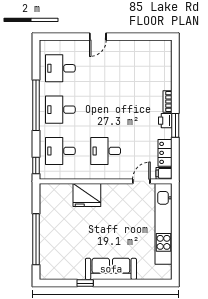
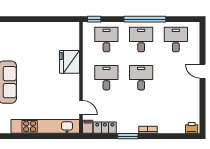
desk: (106, 110) -> (141, 78), added
printer: (165, 121) -> (192, 128), moved
window: (36, 239) -> (32, 19), removed

